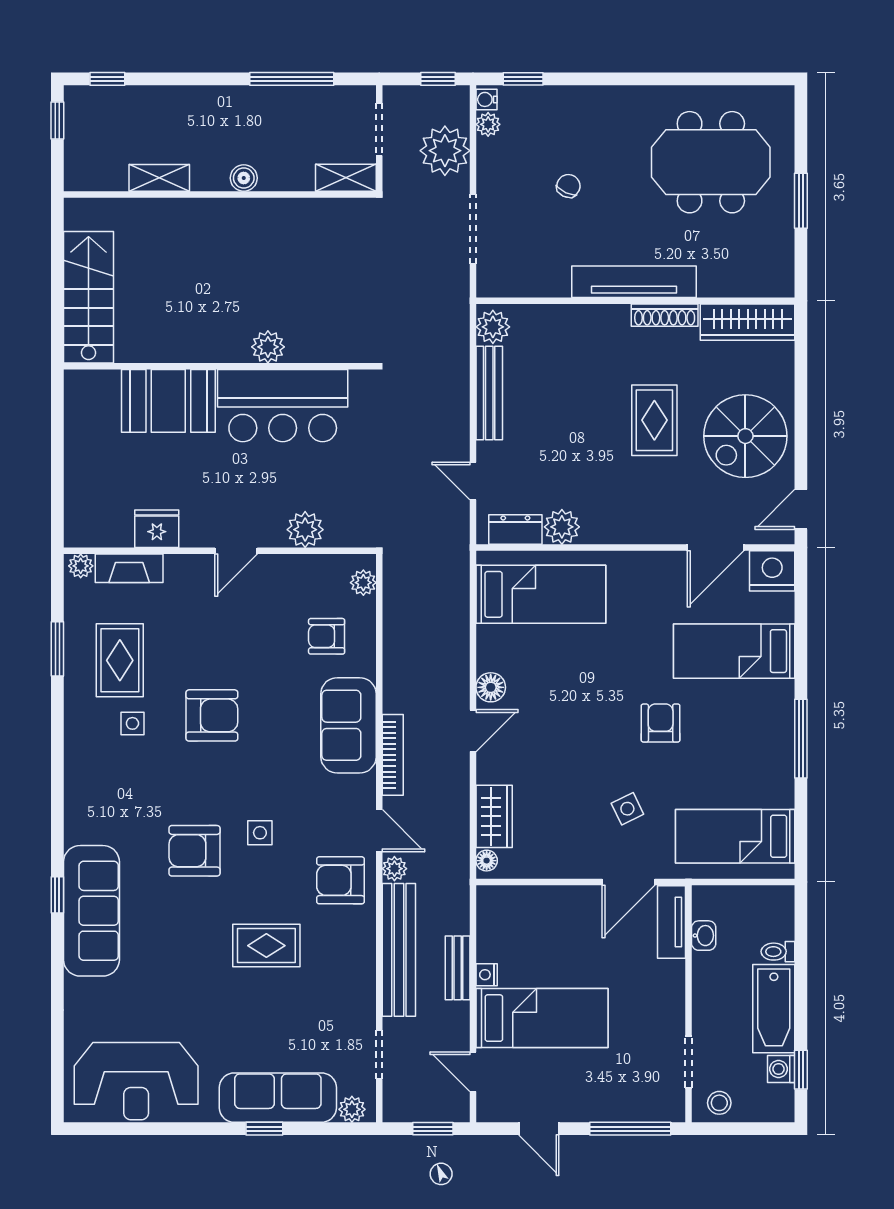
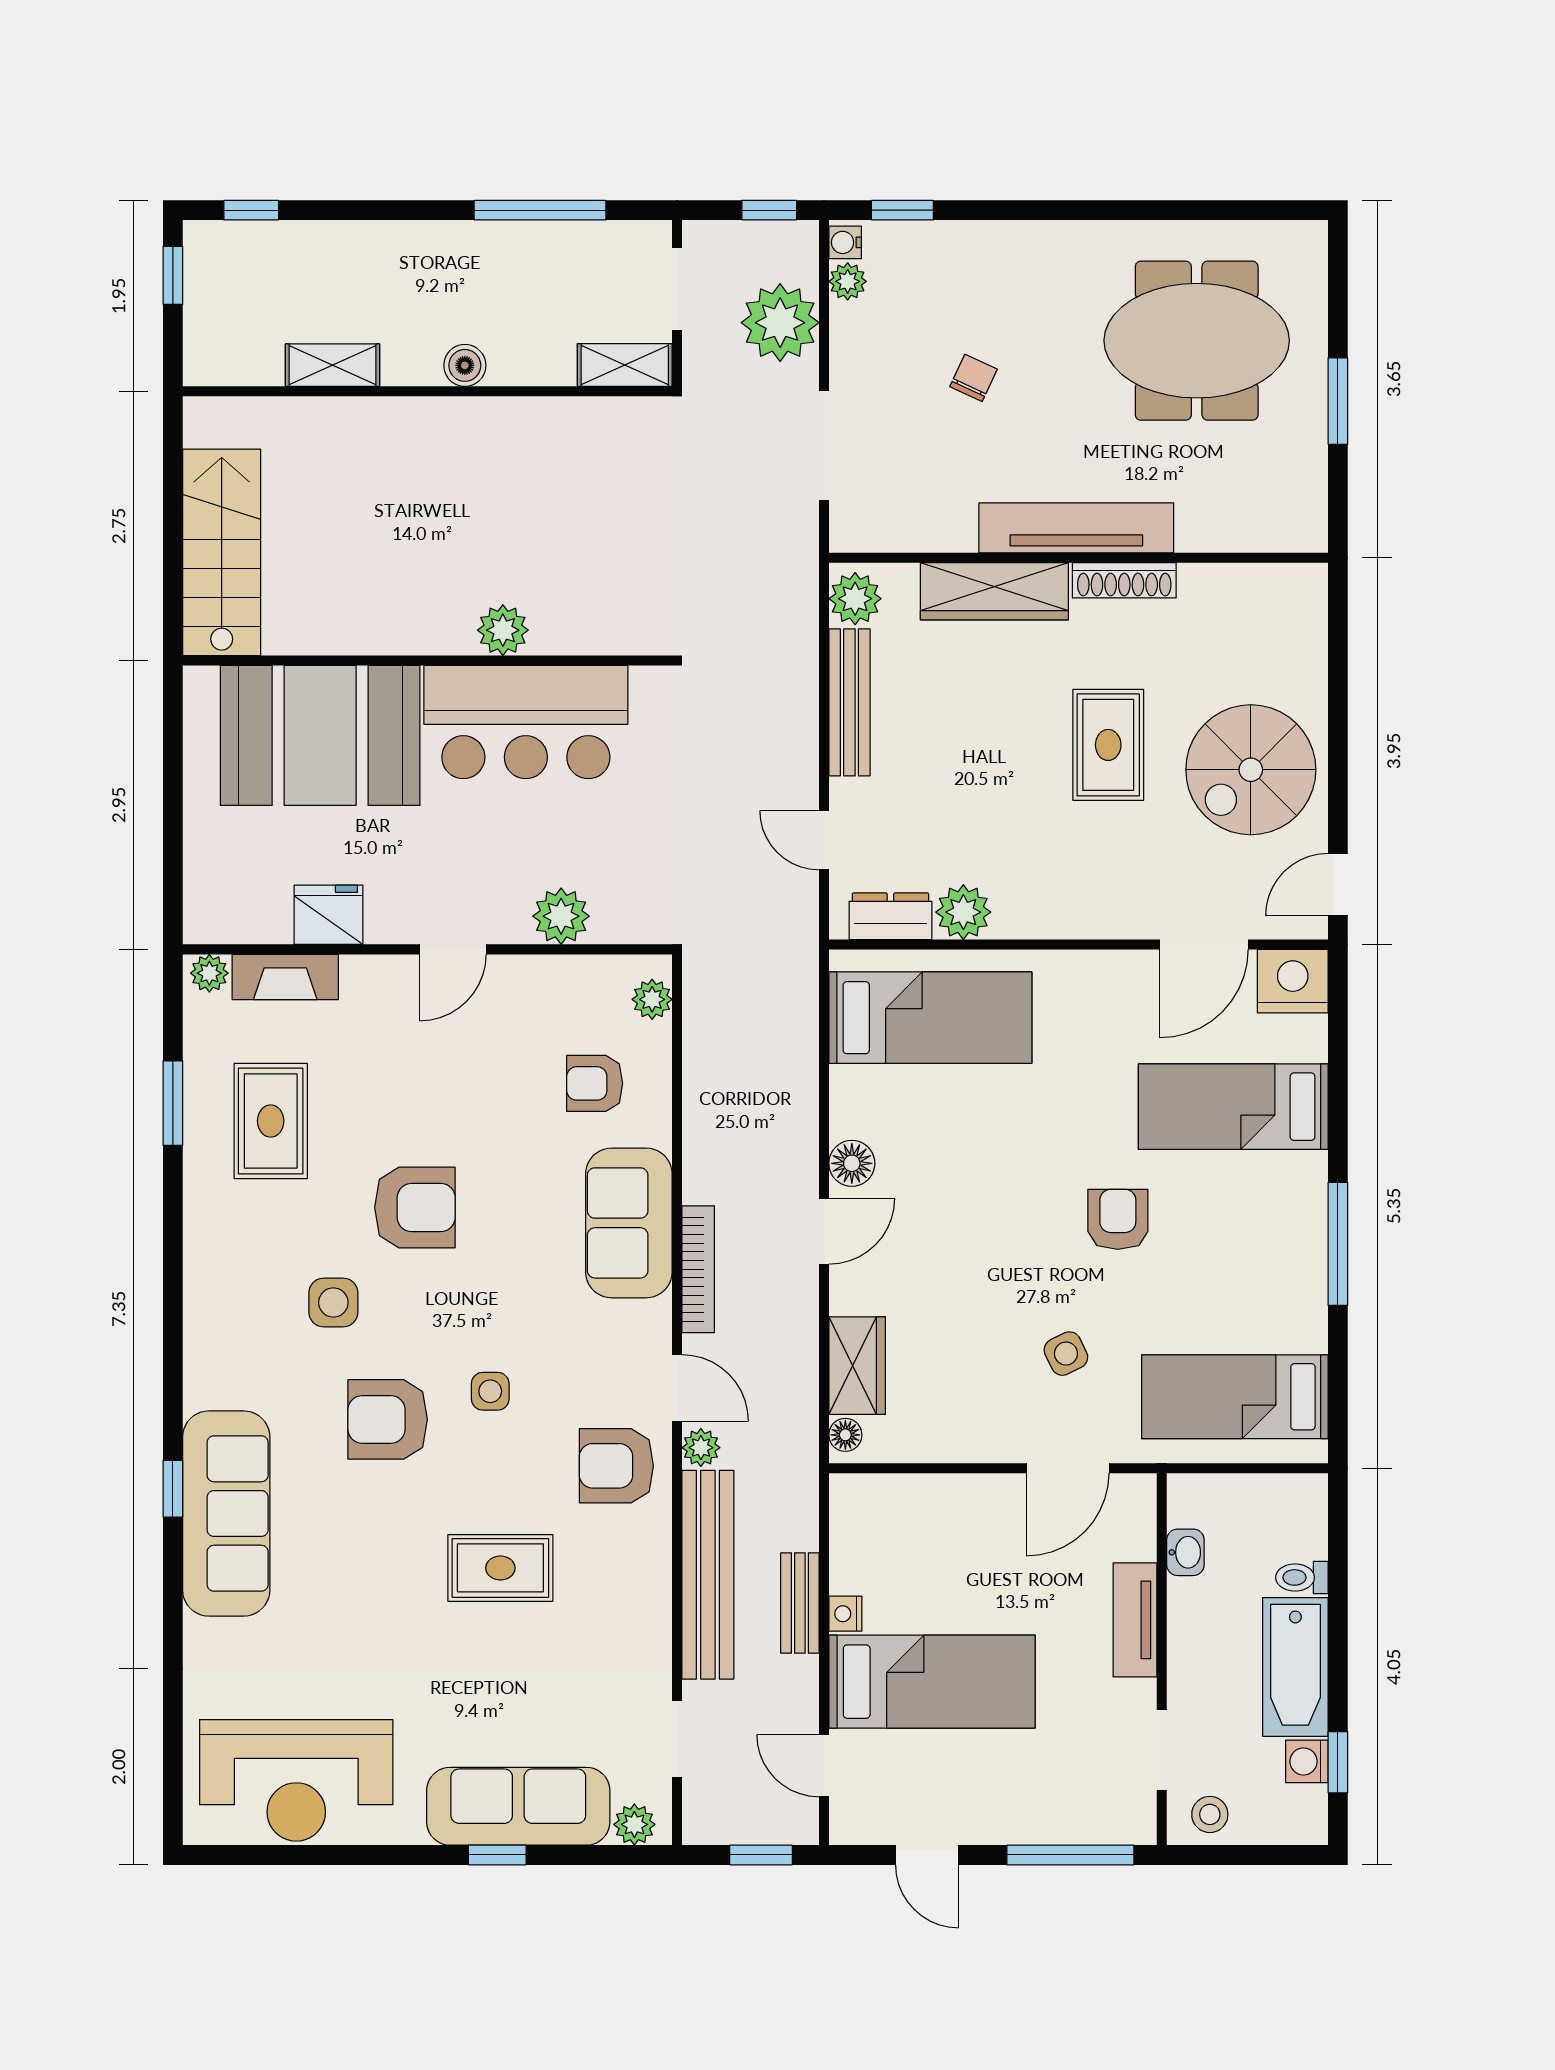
wardrobe: (748, 322) -> (994, 591), moved
booth: (168, 401) -> (320, 735), width x1.36, depth x1.42
side table: (132, 723) -> (333, 1303), moved, width x1.37, depth x1.37
tv unit: (671, 922) -> (1135, 1620), moved

